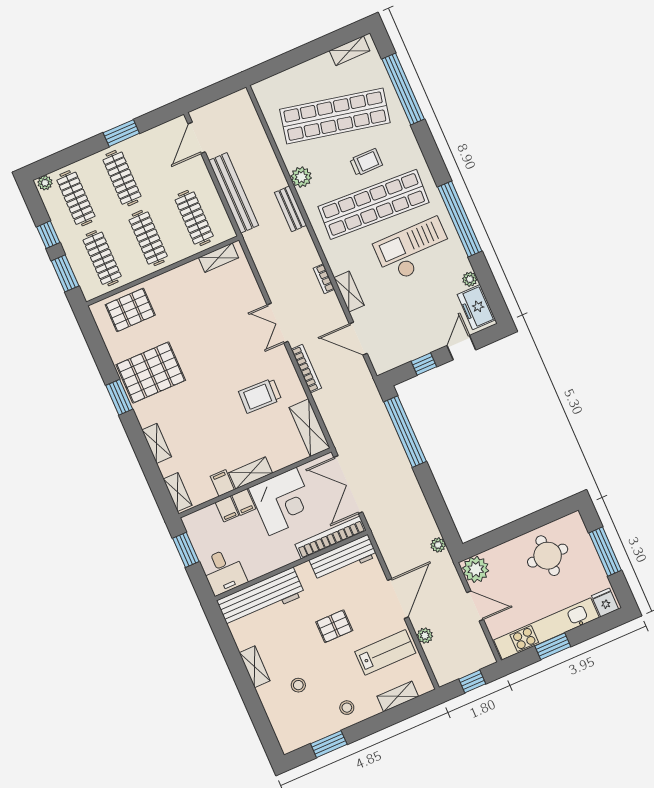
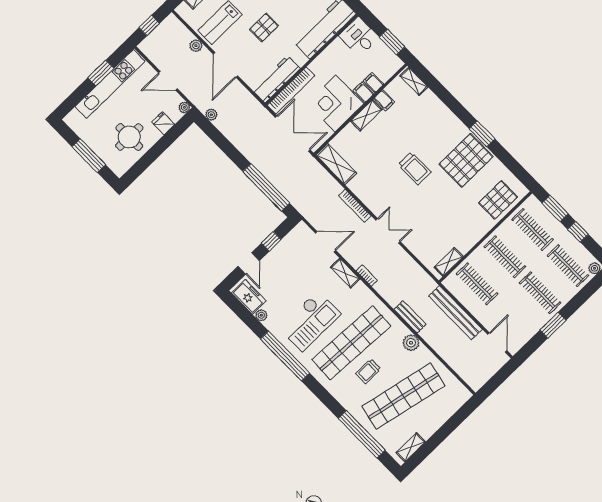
trolley: (260, 396) -> (415, 168), moved, turned 88
shelving: (157, 443) -> (442, 111), removed
plant: (476, 569) -> (184, 107), width x0.53, depth x0.53
fridge: (605, 602) -> (163, 123), moved, turned 180

